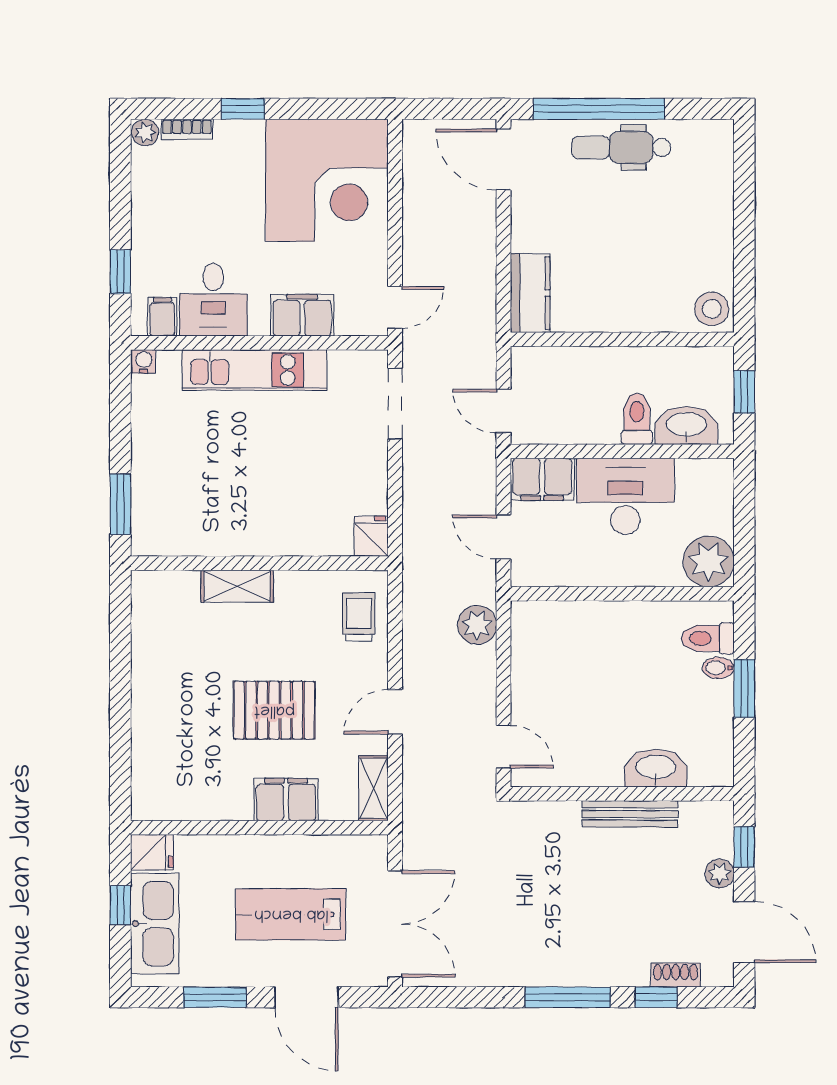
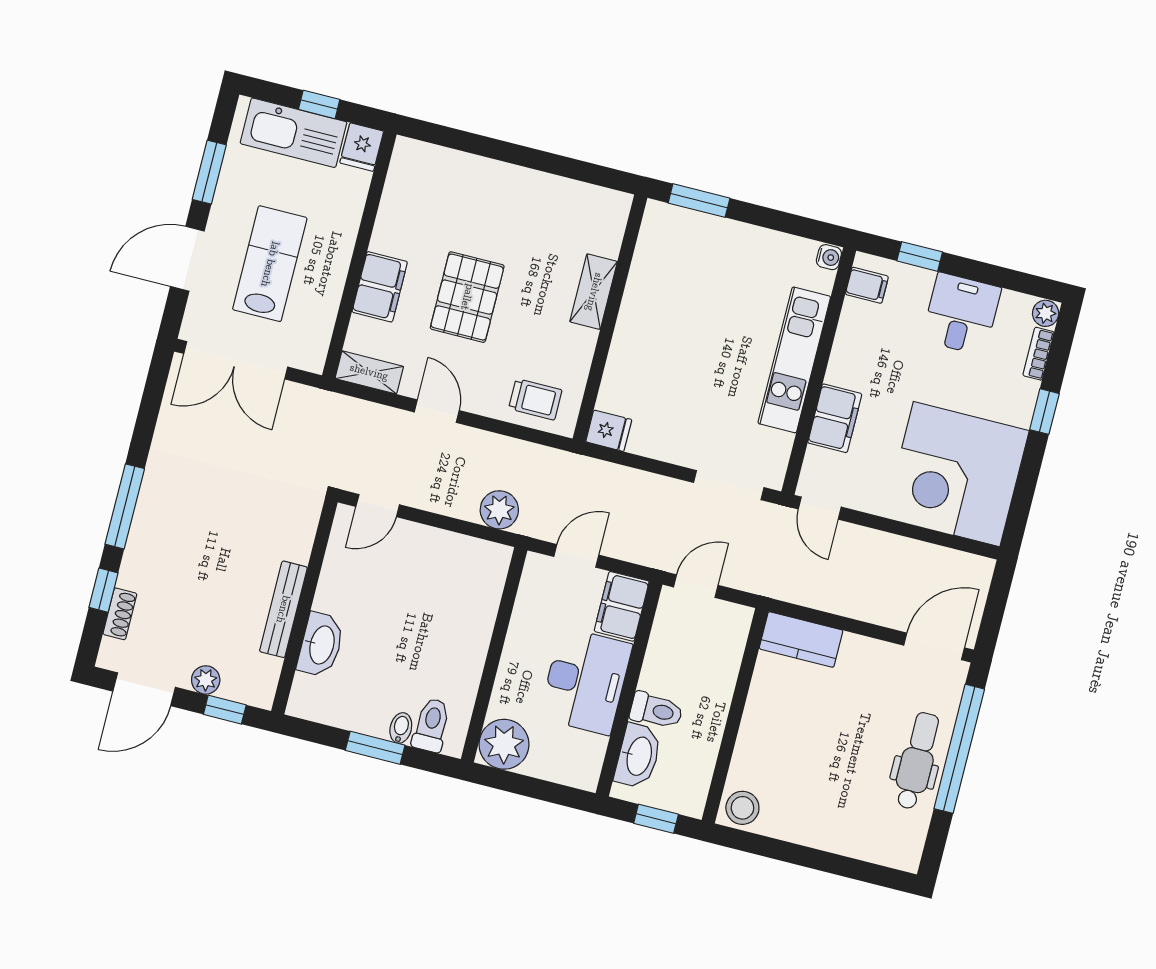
desk: (213, 300) -> (961, 314), moved, turned 90

